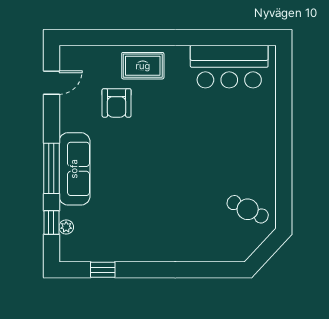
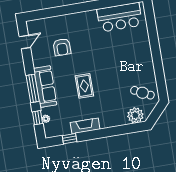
rug: (143, 66) -> (84, 86), moved, turned 90
plant: (228, 248) -> (135, 115), added
fireplace: (134, 252) -> (85, 126), added

